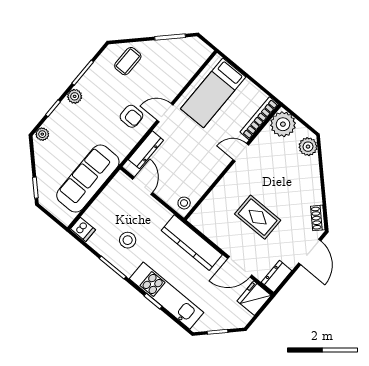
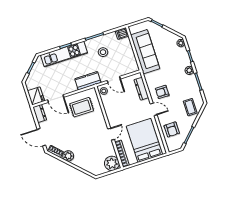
armchair: (178, 67) -> (172, 129), added
bed: (213, 93) -> (144, 140), width x1.50
door: (165, 113) -> (154, 109), hinge flipped
plant: (308, 147) -> (68, 156), moved
door: (143, 186) -> (114, 80), moved
rug: (258, 217) -> (82, 107), moved
kitchen counter: (192, 243) -> (88, 81), width x0.67
door: (240, 267) -> (56, 99), swing flipped

